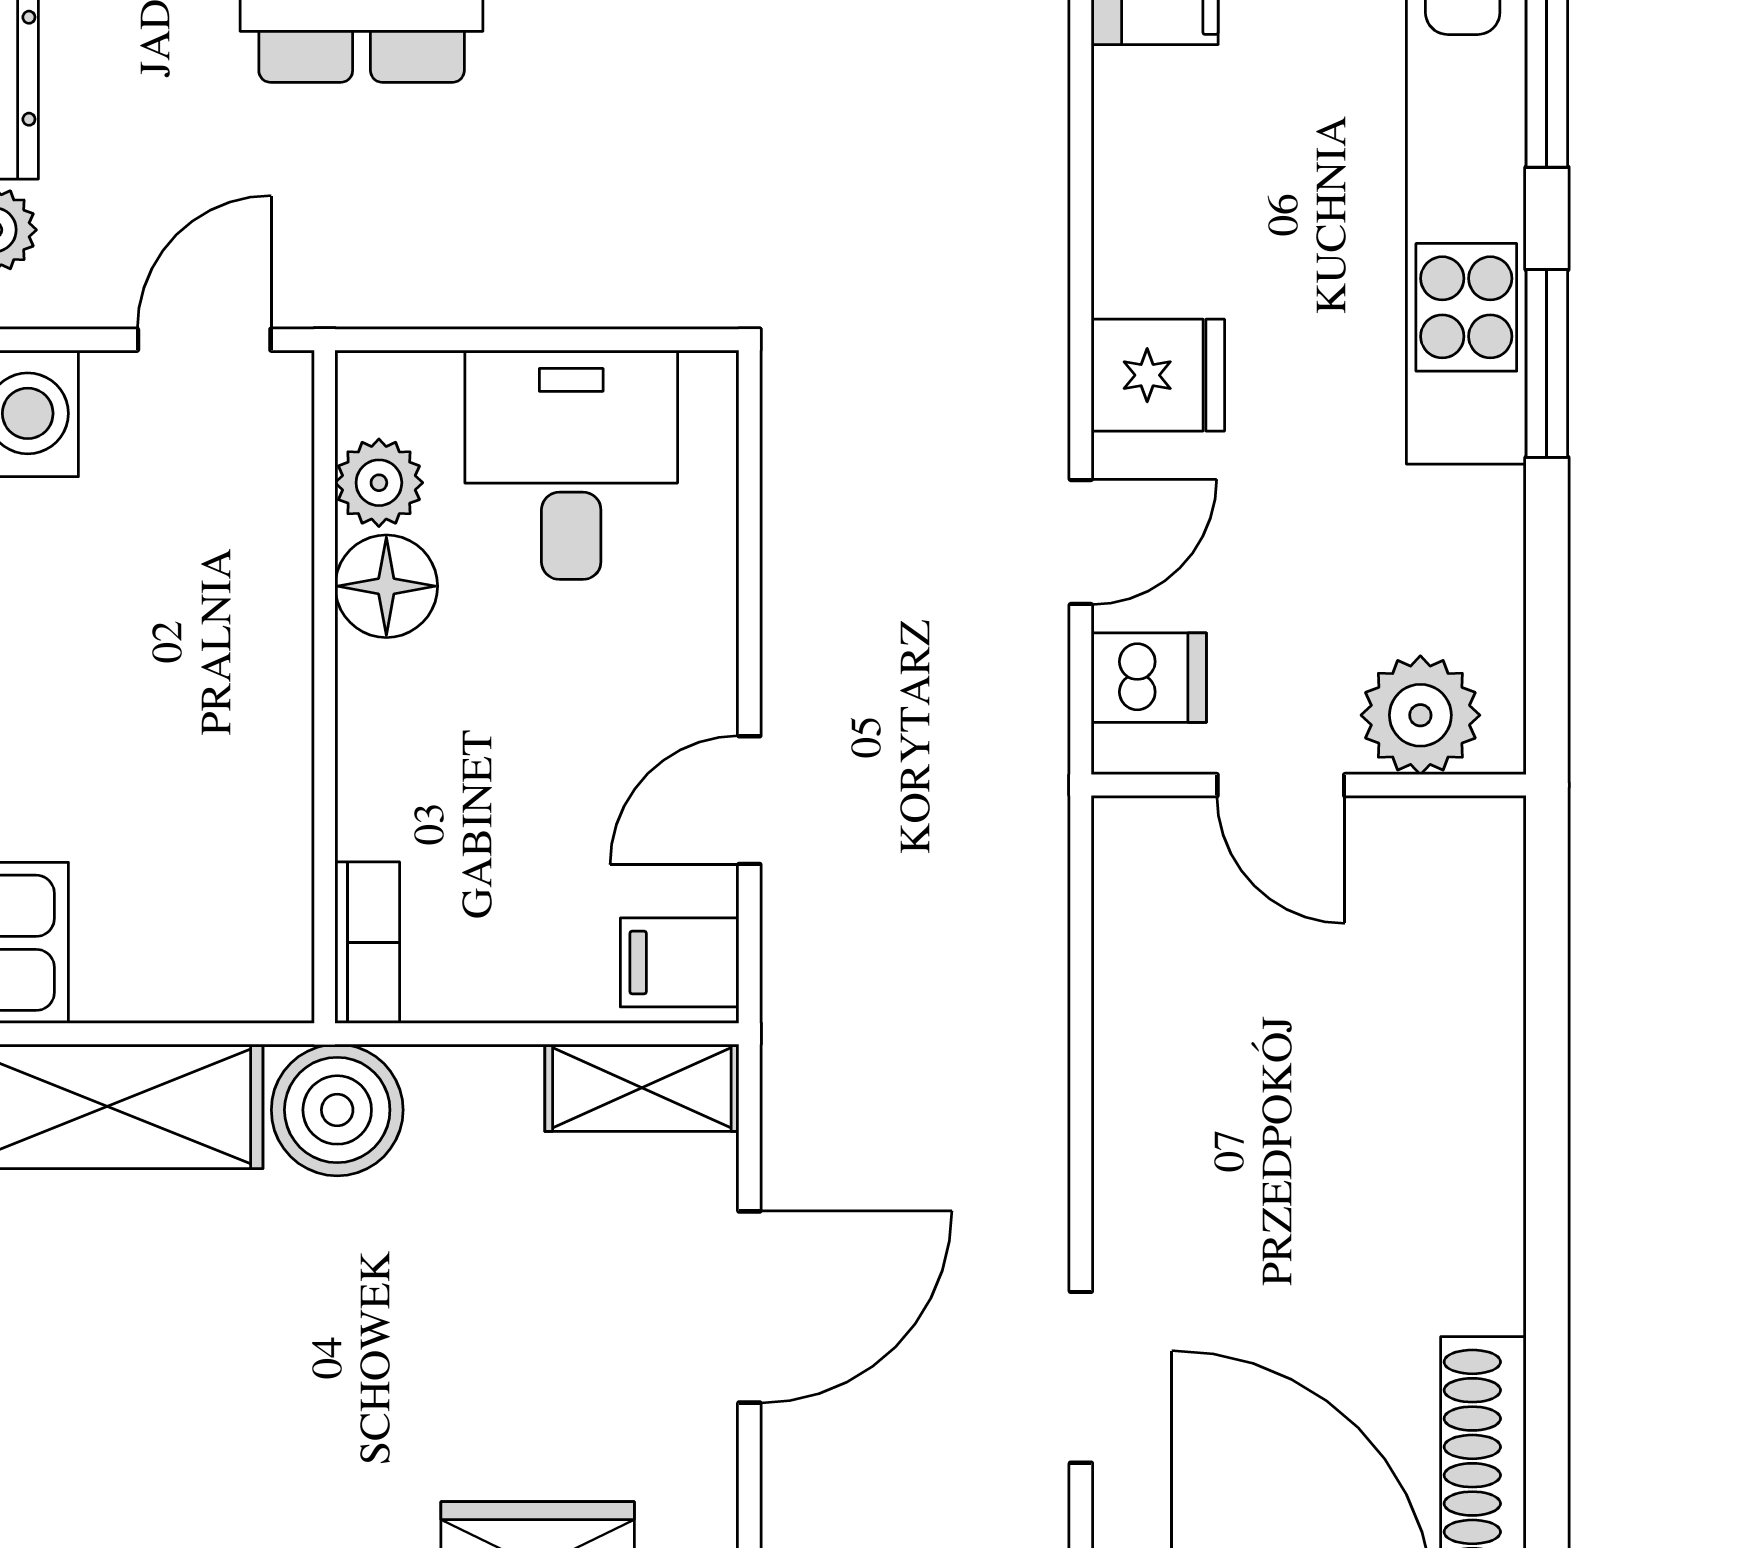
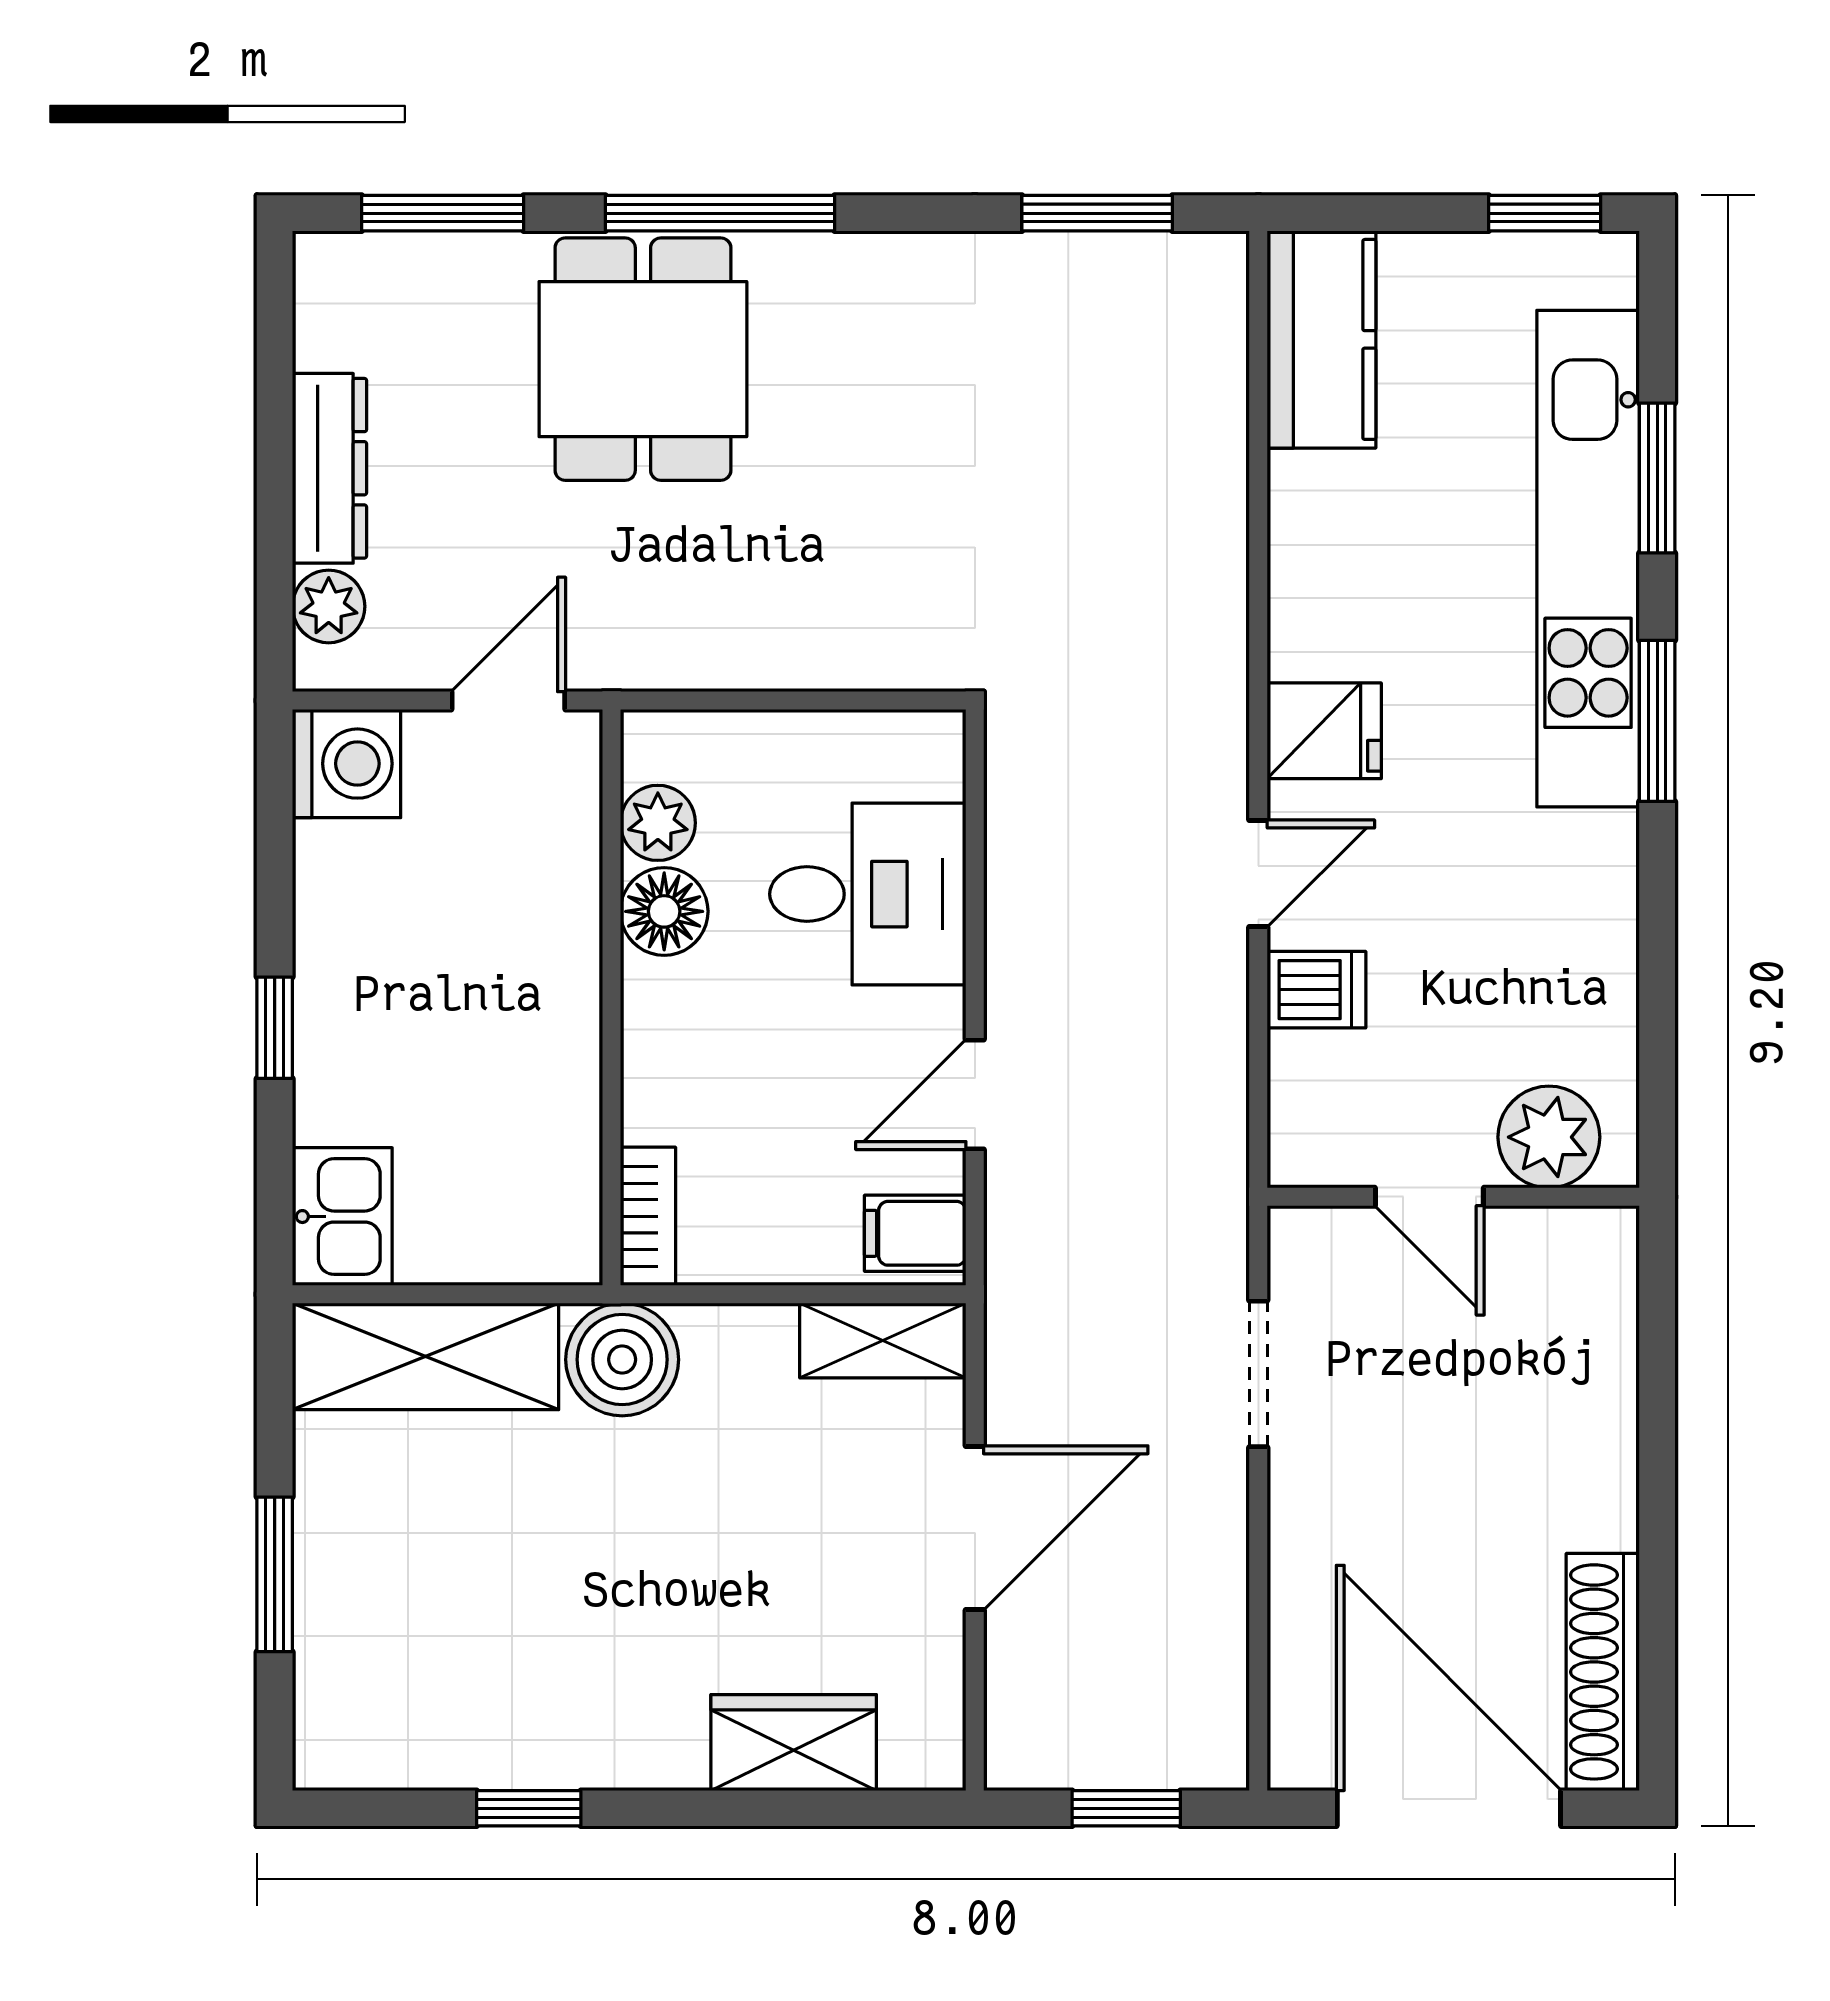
desk: (571, 465) -> (868, 894), moved, turned 90
plant: (1420, 715) -> (1549, 1137), moved
door: (1281, 785) -> (1429, 1197), moved
wall: (1309, 785) -> (1453, 1197), moved
doorway: (1081, 1377) -> (1258, 1374), moved

